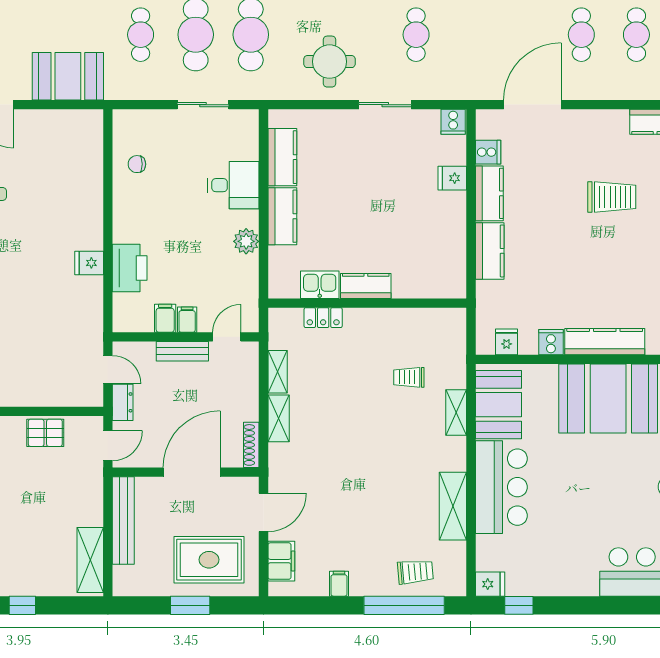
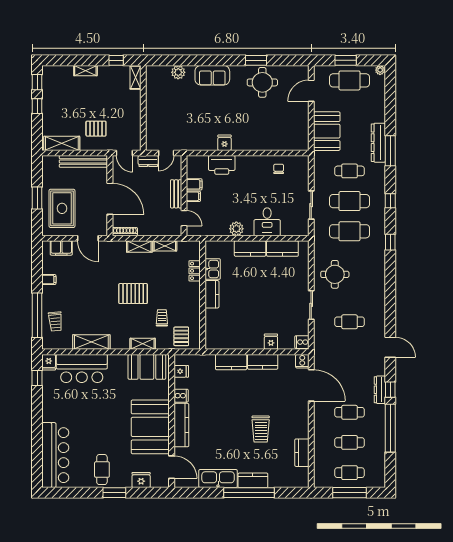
cooker: (488, 152) -> (302, 361), moved
pallet: (443, 342) -> (181, 336), added
pallet: (365, 430) -> (133, 294), added
pallet: (45, 433) -> (96, 129), moved, turned 90
bar counter: (501, 487) -> (82, 368), moved

